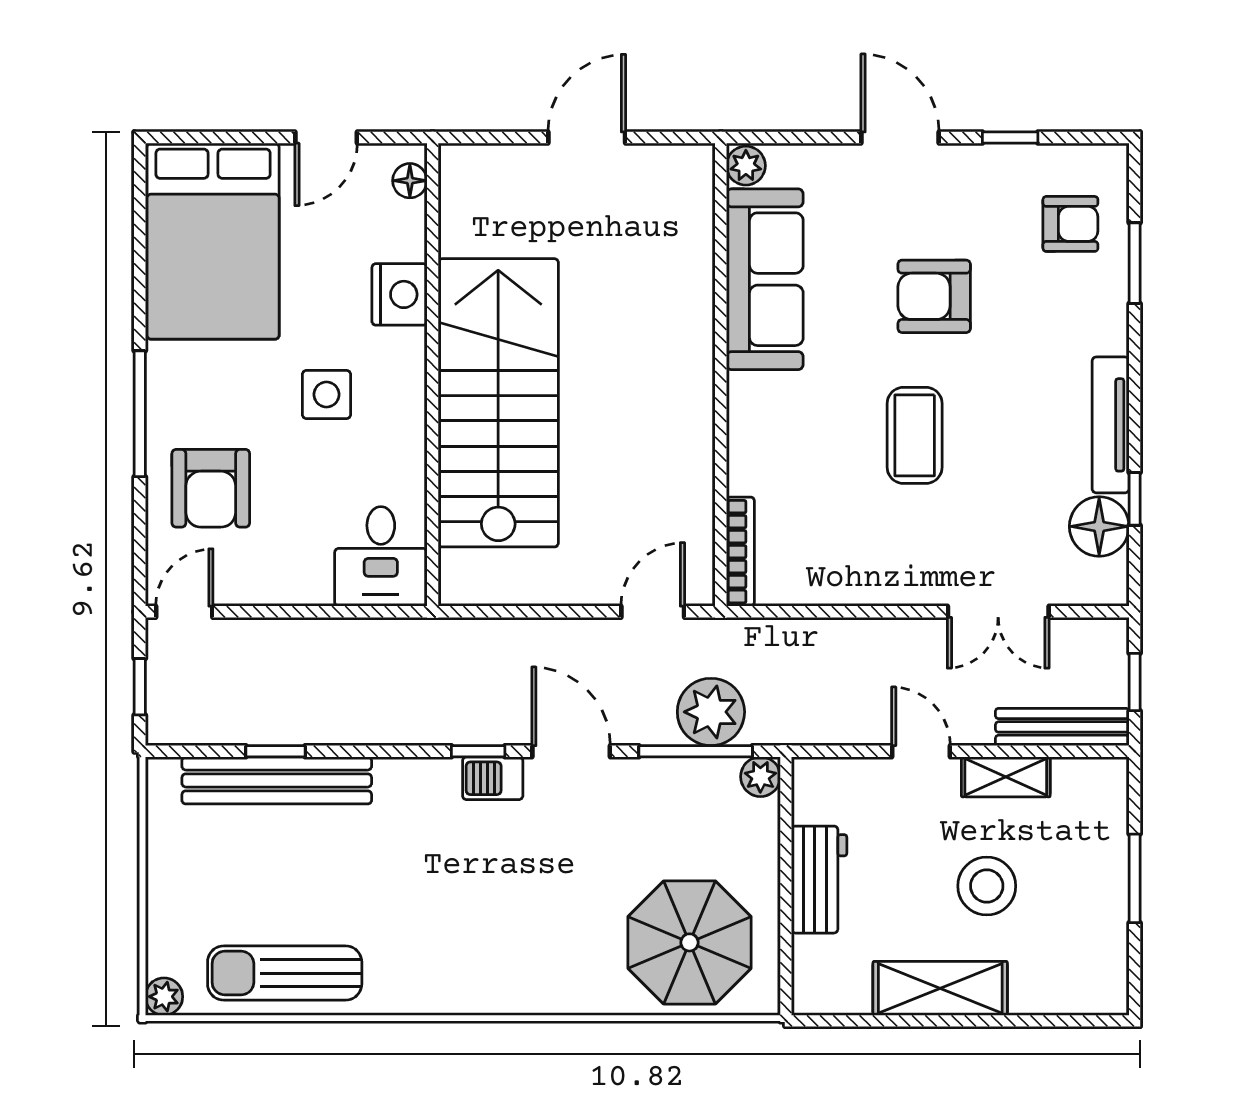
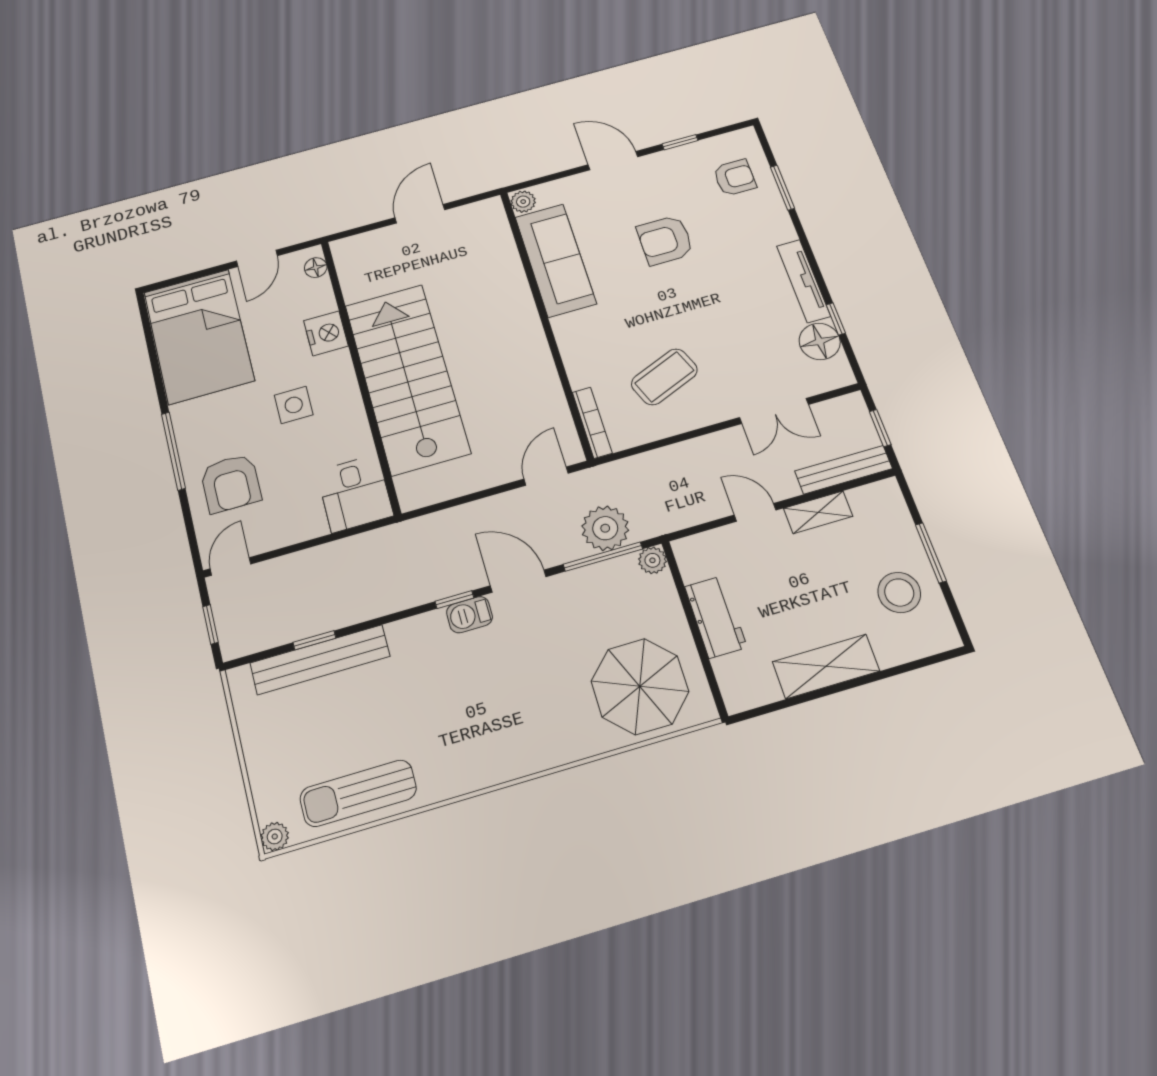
coffee table: (915, 435) -> (664, 377), moved, turned 68
stool: (987, 886) -> (899, 592), moved

